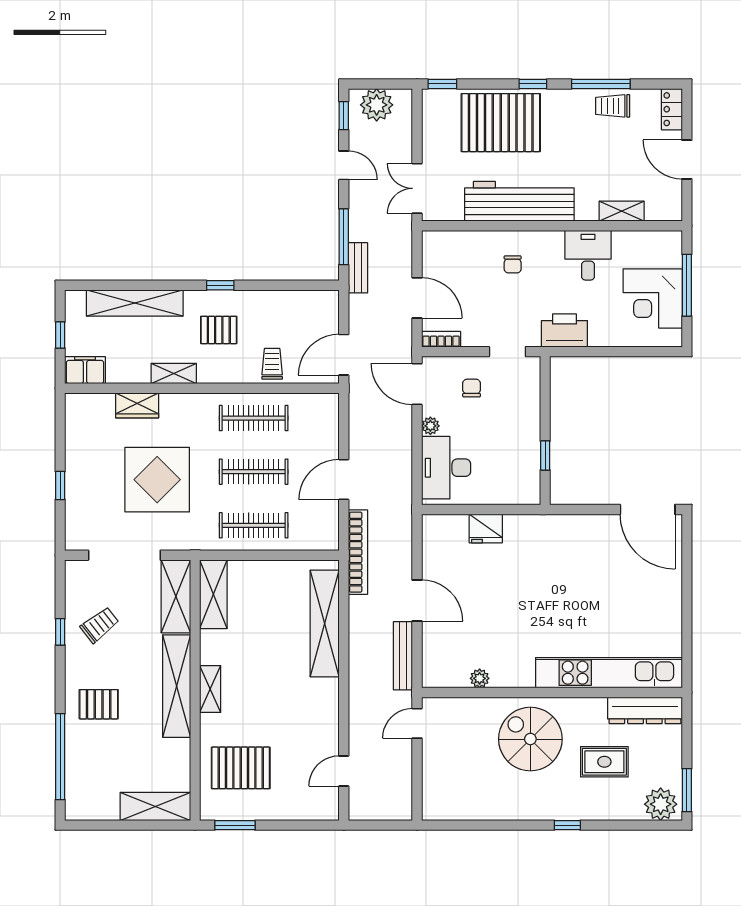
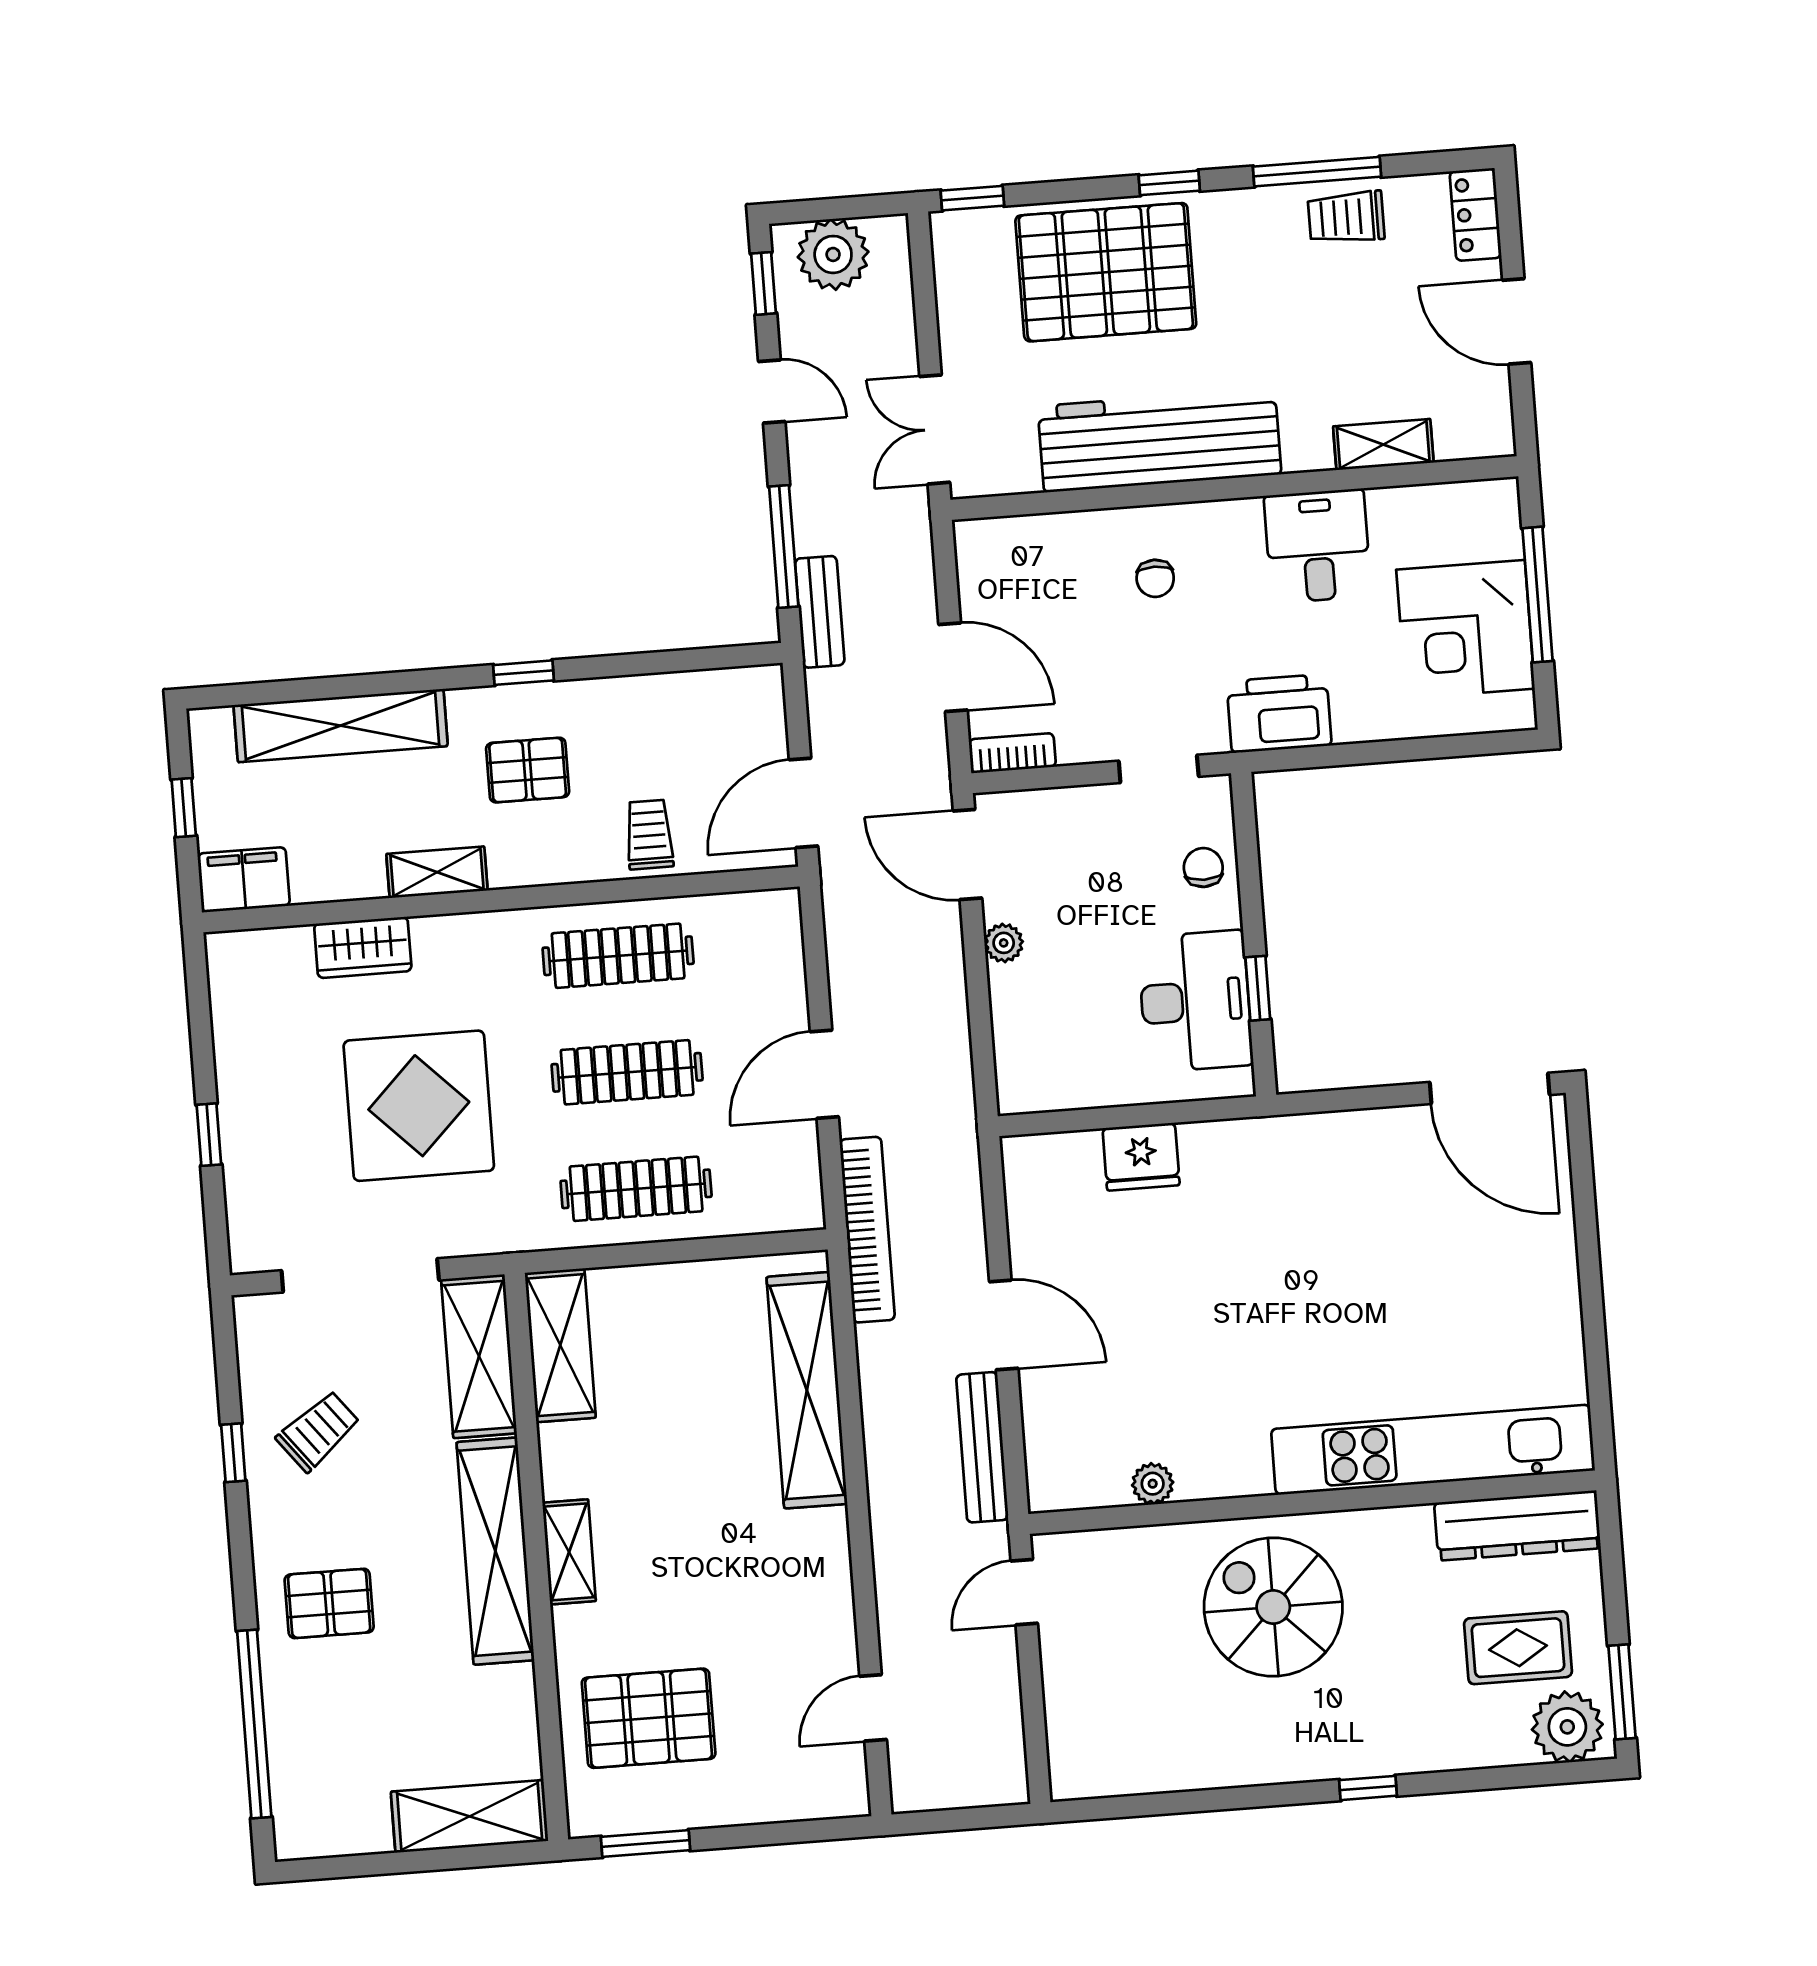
chair: (472, 388) -> (1203, 868), moved
desk: (446, 468) -> (1195, 1001), moved, turned 180
rug: (604, 762) -> (1518, 1648), moved

